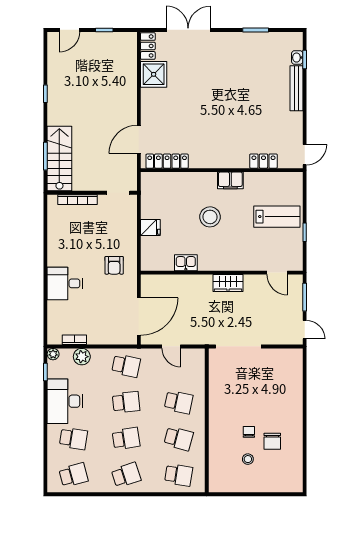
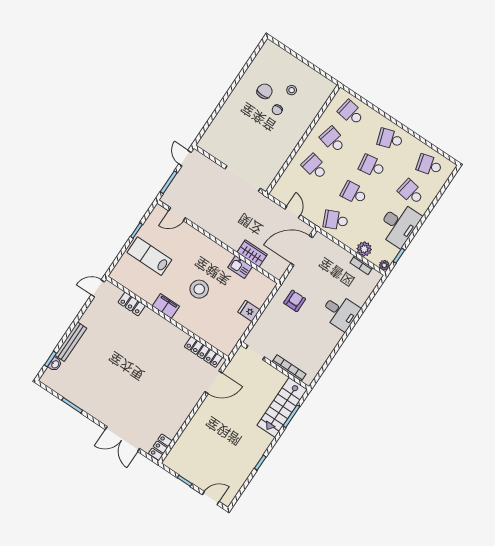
shower: (154, 74) -> (170, 423), removed
door: (277, 273) -> (177, 214), swing flipped
wardrobe: (228, 283) -> (252, 253), moved
school desk: (126, 366) -> (336, 220), turned -36

